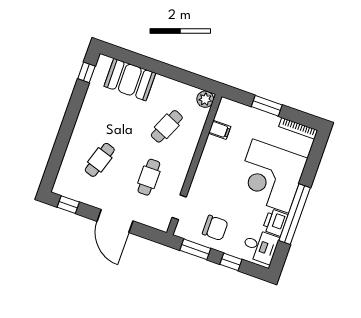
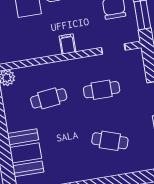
cafe table: (167, 126) -> (49, 98), turned -30
filing cabinet: (220, 130) -> (67, 44), moved

